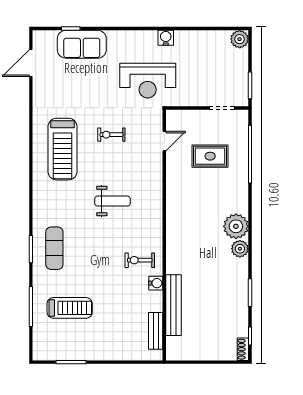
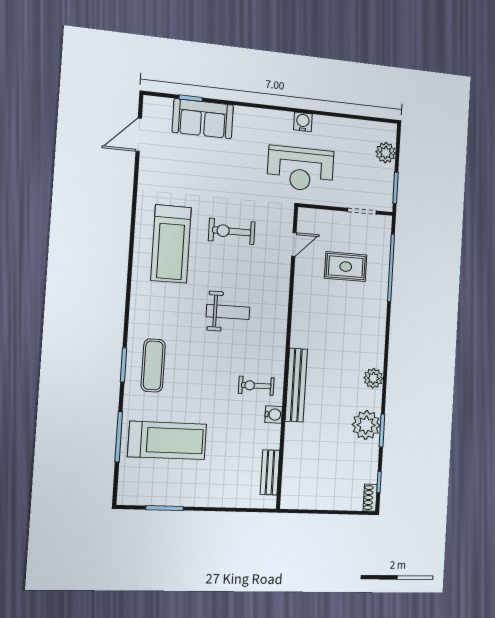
plant: (240, 39) -> (386, 153), moved
reception desk: (148, 81) -> (301, 169), moved
exercise bike: (111, 135) -> (232, 231), width x1.38, depth x1.39
plant: (236, 226) -> (366, 425), moved
bench: (173, 305) -> (296, 385), moved
treadmill: (70, 308) -> (167, 440), width x1.37, depth x1.38

